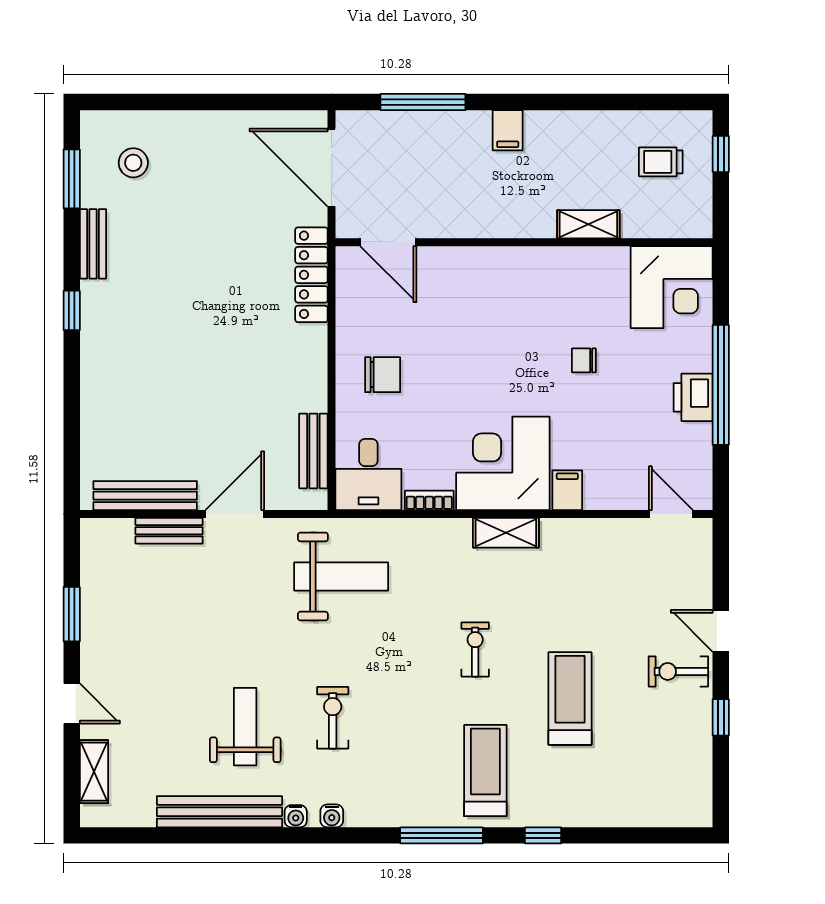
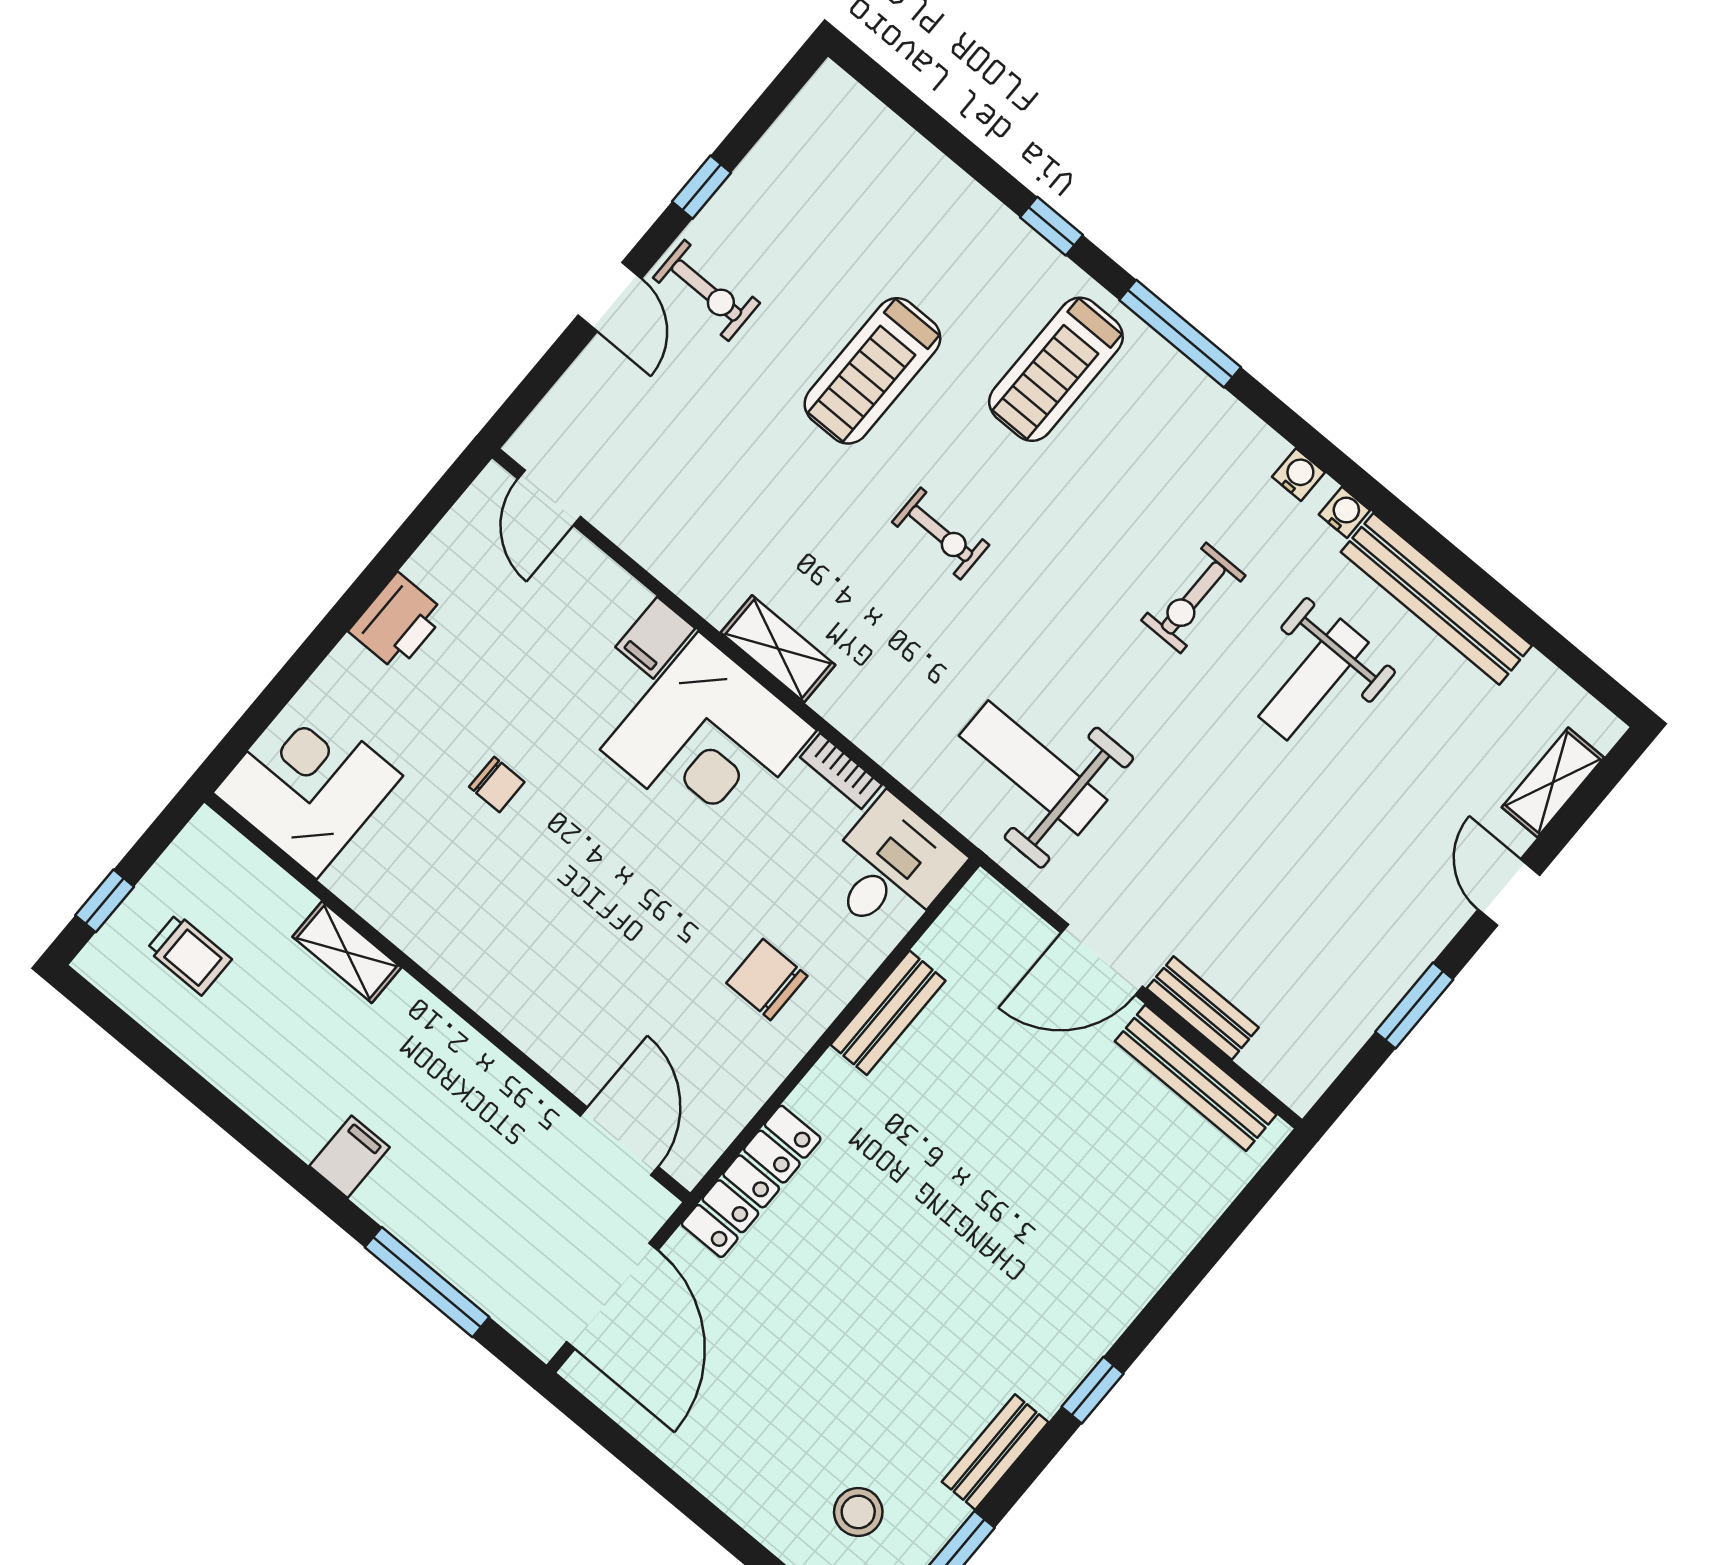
window: (721, 385) -> (349, 608), removed
bench: (313, 451) -> (888, 1013), moved
exercise bike: (475, 649) -> (941, 534), turned -90

